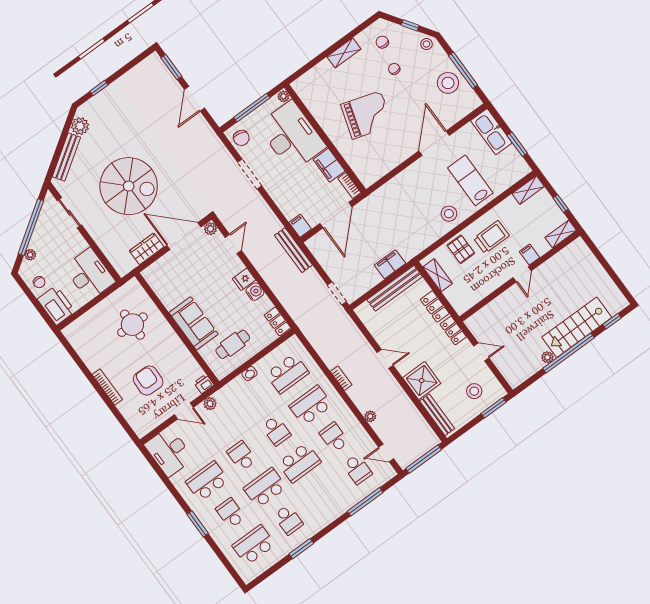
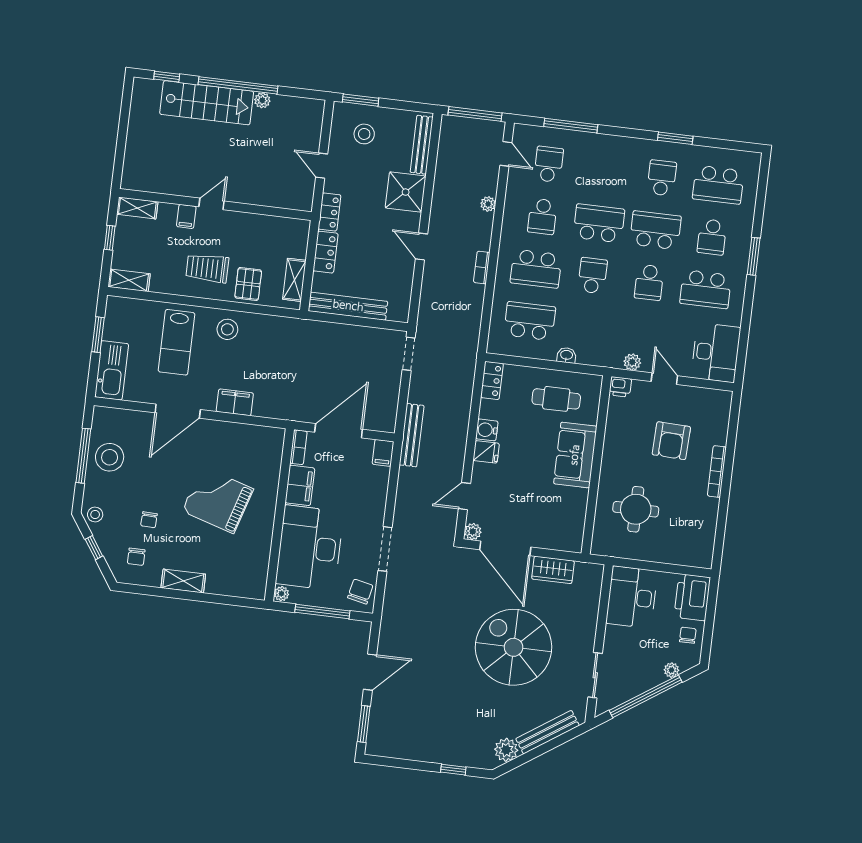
filing cabinet: (390, 264) -> (235, 402), moved, turned 180
school desk: (265, 488) -> (655, 230), turned 180

